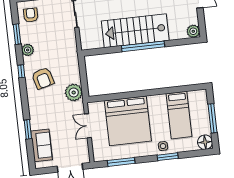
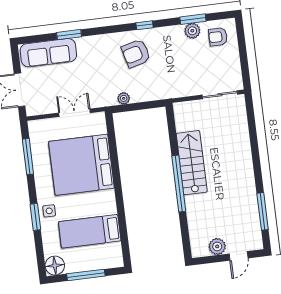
armchair: (31, 15) -> (218, 37), turned 180
stairs: (135, 31) -> (192, 163), width x0.73, depth x0.66
plant: (193, 31) -> (217, 246), moved
plant: (28, 50) -> (192, 31), moved
plant: (74, 92) -> (124, 98), width x0.53, depth x0.53
sofa: (42, 145) -> (48, 53), width x1.36

